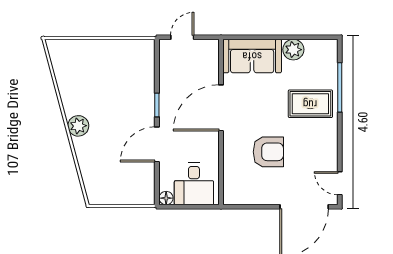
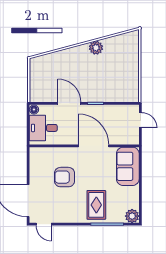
plant: (293, 50) -> (132, 216), moved
plant: (78, 126) -> (96, 48), moved
armchair: (268, 152) -> (65, 177), turned 90
door: (340, 183) -> (44, 224), swing flipped

